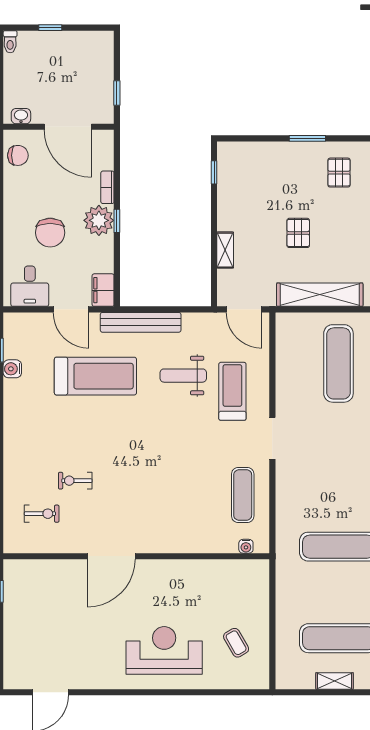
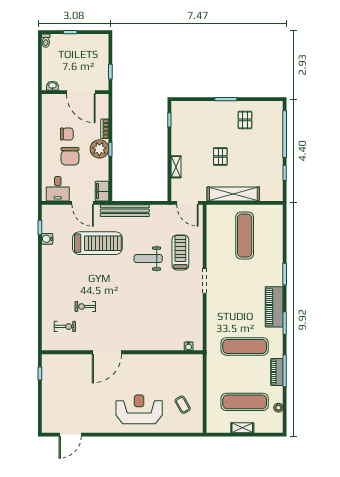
chair: (18, 155) -> (67, 134), moved
weight bench: (183, 376) -> (148, 259), moved
exercise mat: (243, 495) -> (187, 315), removed

